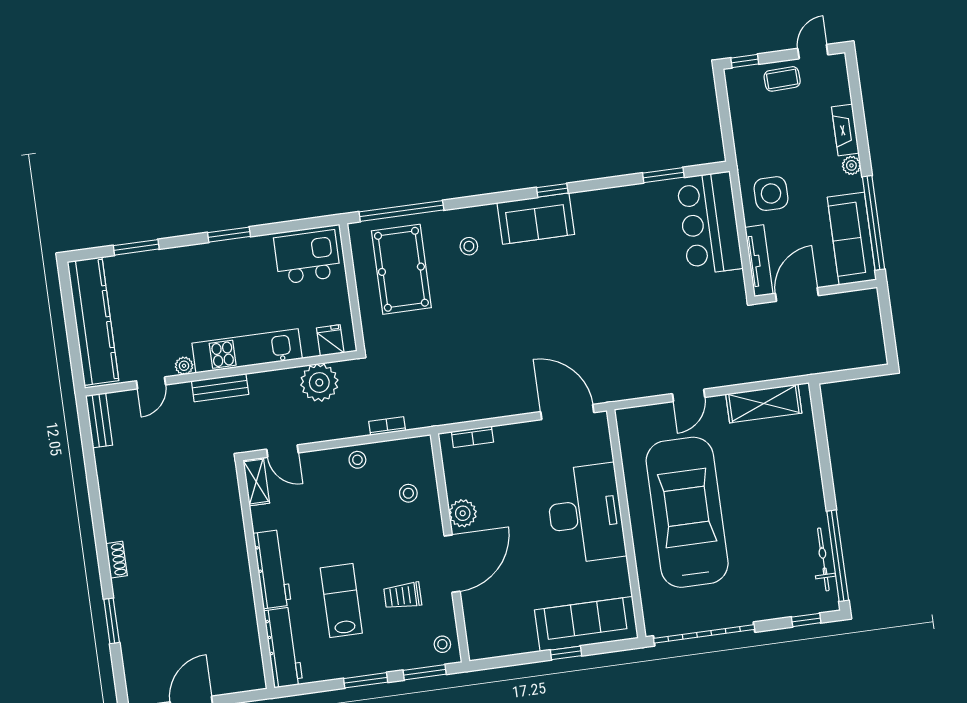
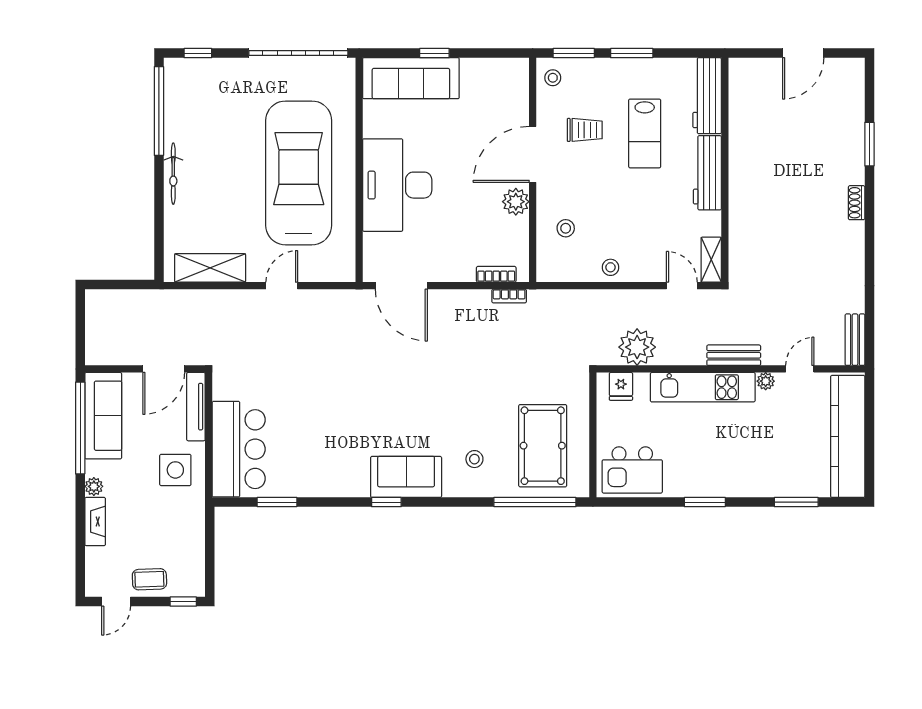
bookcase: (387, 426) -> (509, 296), moved
car: (687, 512) -> (299, 173), turned 180
bicycle: (823, 559) -> (173, 174), moved

